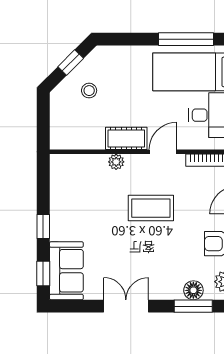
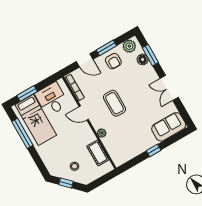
cot: (126, 138) -> (98, 153), moved
window: (43, 273) -> (176, 137), removed

